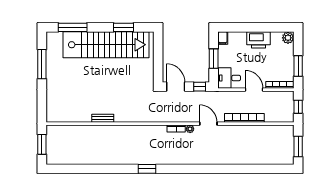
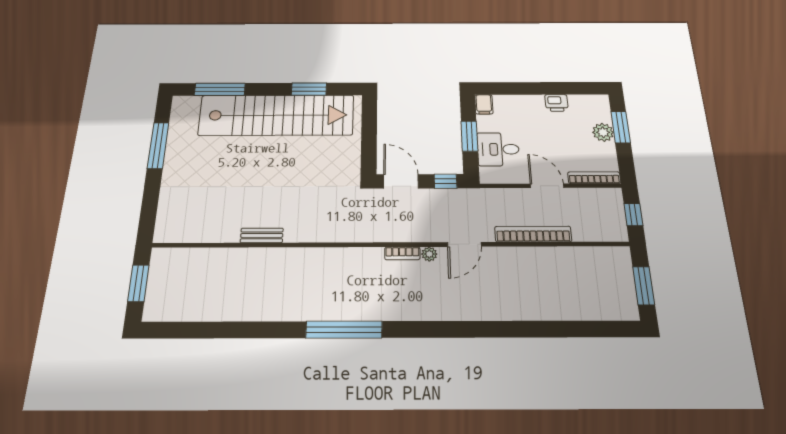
plant: (288, 38) -> (603, 132), moved
printer: (258, 40) -> (557, 103), width x0.53, depth x0.68
window: (298, 66) -> (621, 127), moved
desk: (229, 78) -> (498, 149), moved
door: (208, 124) -> (464, 244), swing flipped
window: (147, 169) -> (344, 330), width x2.11

